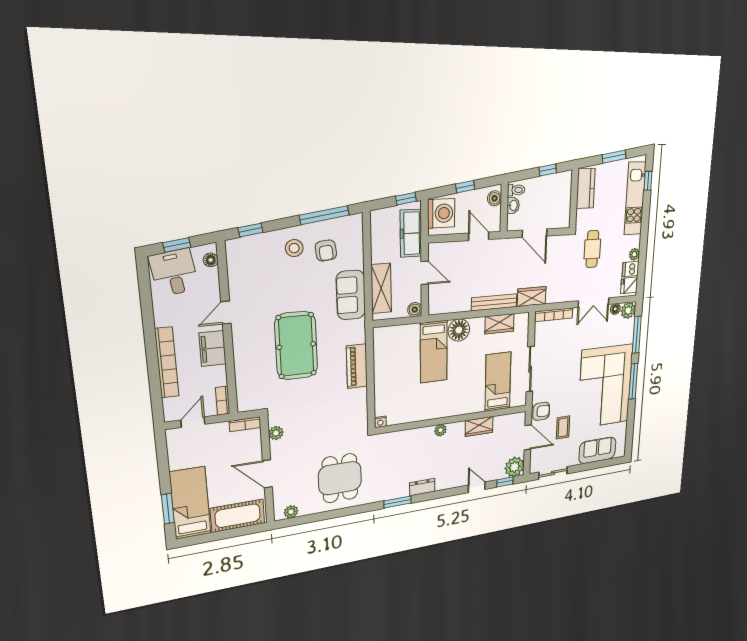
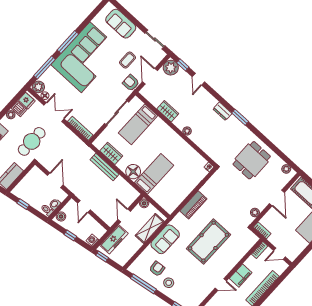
washing machine: (441, 213) -> (92, 240), width x0.53, depth x0.53
cafe table: (592, 249) -> (32, 141), width x1.37, depth x1.35
wardrobe: (532, 297) -> (84, 150), removed

